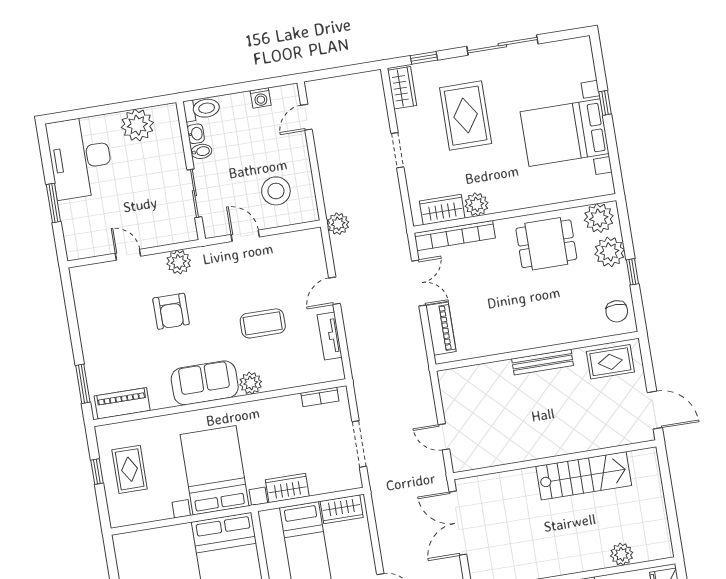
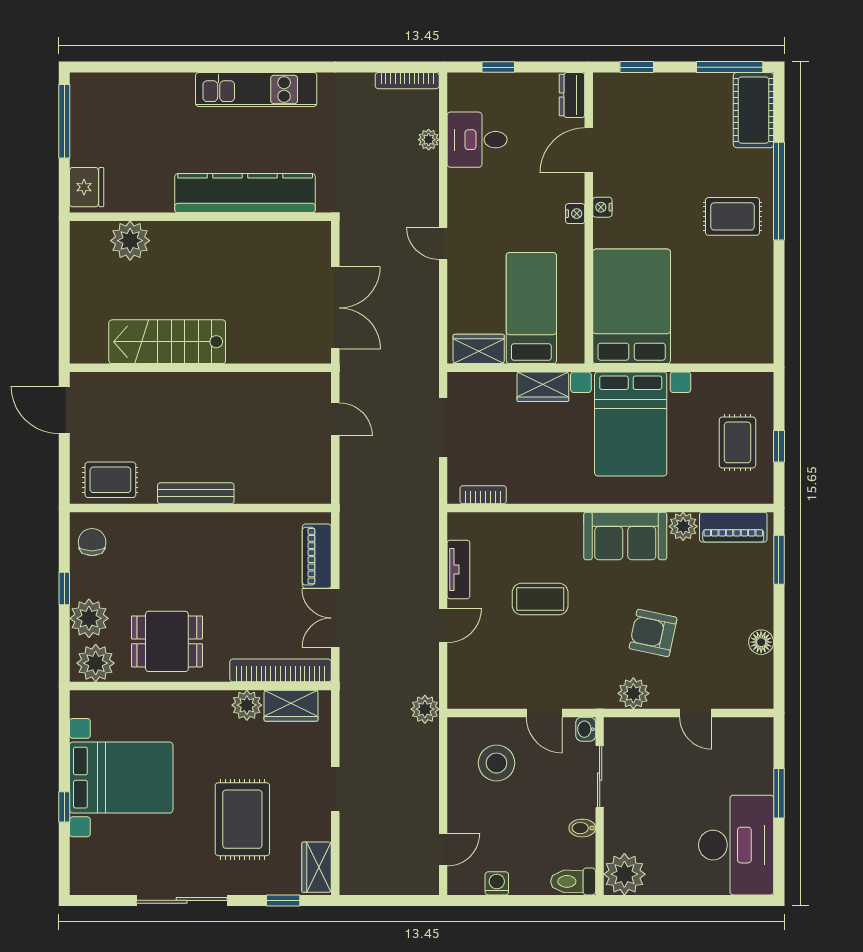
plant: (137, 125) -> (624, 874), moved
washbasin: (196, 134) -> (586, 729), moved
armchair: (171, 311) -> (653, 633), turned -78
floor lamp: (86, 318) -> (761, 642), added
plant: (251, 383) -> (683, 526), moved
plant: (622, 554) -> (130, 241), width x1.36, depth x1.36

